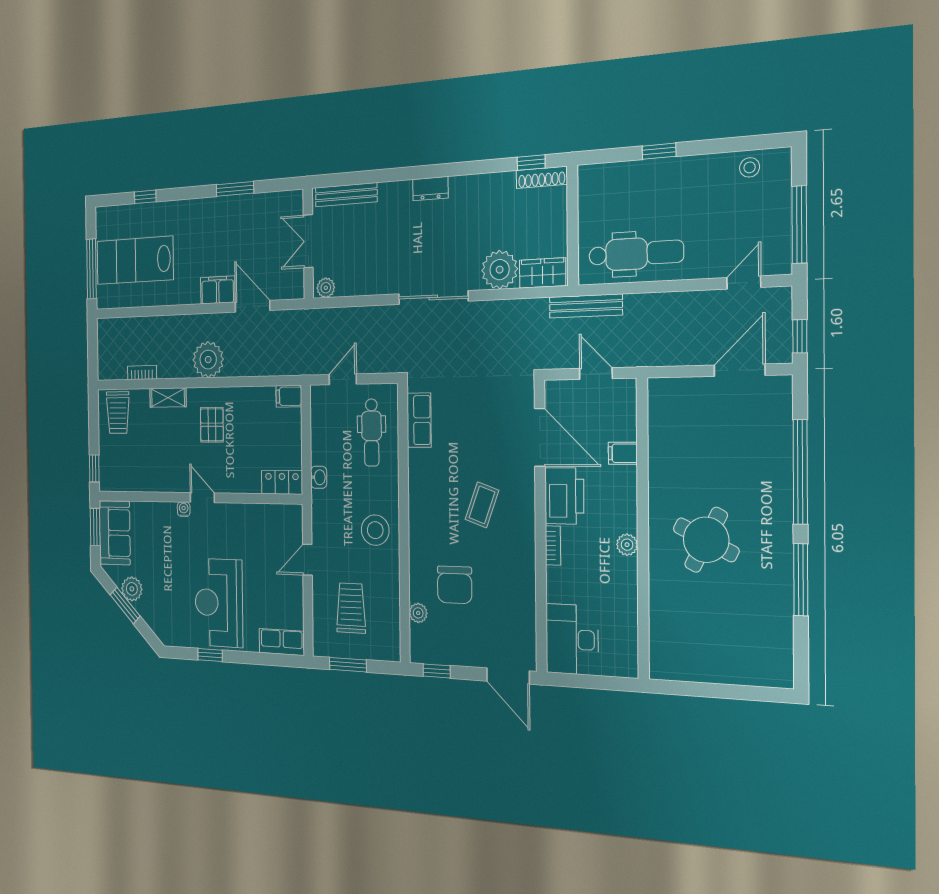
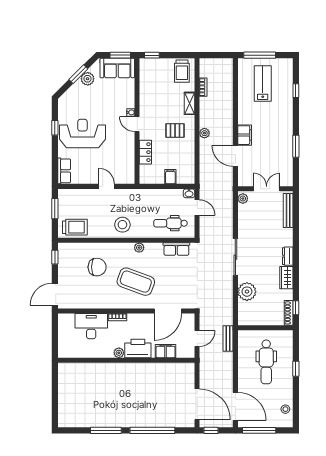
dental chair: (636, 254) -> (266, 362), moved
lab bench: (135, 260) -> (263, 83), width x0.73, depth x0.72
wardrobe: (543, 273) -> (286, 278), moved, turned 180
door: (744, 282) -> (235, 406), width x1.87
door: (252, 306) -> (235, 156), swing flipped
bench: (586, 306) -> (228, 339), width x0.73
plant: (208, 360) -> (204, 133), width x0.53, depth x0.53
door: (740, 370) -> (197, 404), width x1.36
filing cabinet: (289, 396) -> (170, 177), moved
trolley: (118, 413) -> (182, 71), turned -90
filing cabinet: (623, 453) -> (166, 351), width x2.00
washbasin: (319, 477) -> (189, 193), moved
locker: (282, 482) -> (145, 152), moved
printer: (564, 496) -> (138, 348), moved, turned 180
door: (202, 498) -> (137, 124), swing flipped
coffee table: (482, 505) -> (136, 282), width x1.86, depth x1.72
round table: (706, 540) -> (122, 389), removed
chair: (455, 585) -> (97, 267), turned 180
trolley: (351, 608) -> (75, 227), moved
plant: (418, 613) -> (139, 248), moved
desk: (572, 639) -> (91, 326), moved

